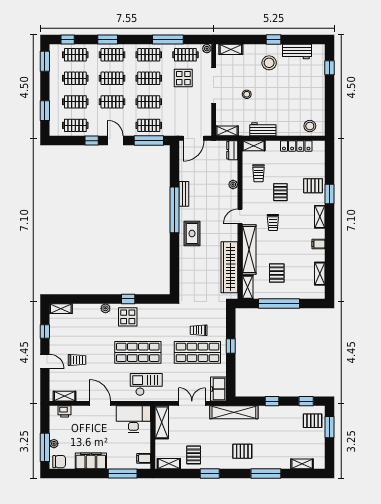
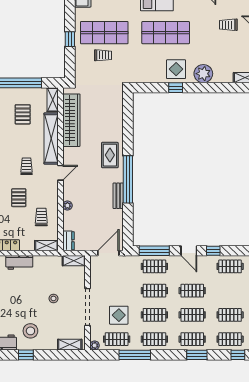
clothes rail: (75, 102) -> (230, 291), removed
workbench: (263, 129) -> (19, 262), moved
plant: (105, 308) -> (203, 74), width x1.87, depth x1.87

